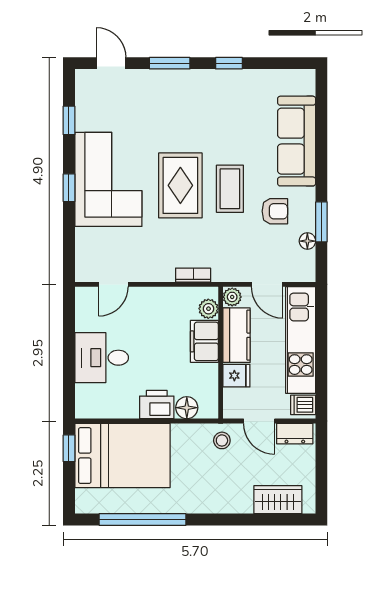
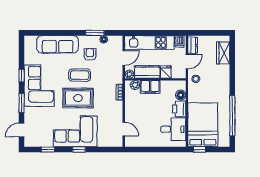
corner sofa: (207, 101) -> (39, 86), added
desk: (102, 358) -> (173, 129), moved, turned -90

